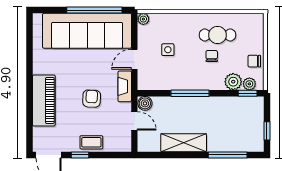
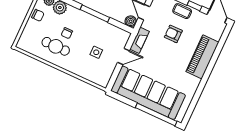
window: (94, 10) -> (156, 114), moved
plant: (143, 19) -> (104, 82), removed
armchair: (92, 99) -> (173, 34), moved, turned 87

